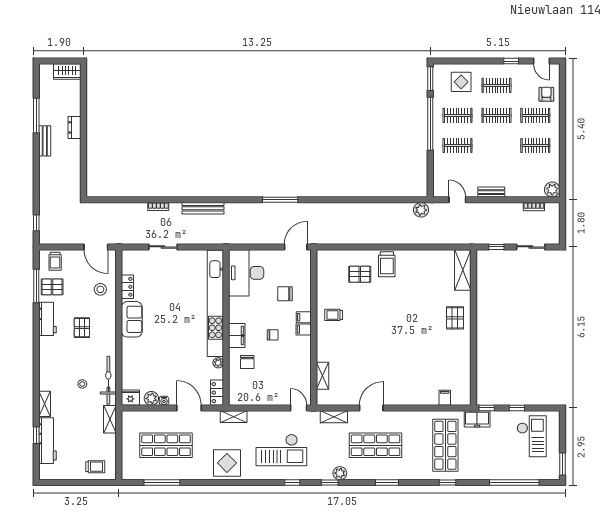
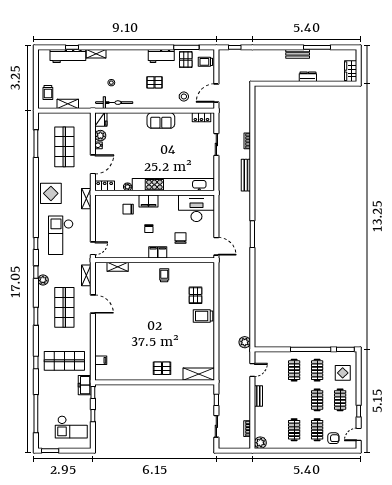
locker: (127, 287) -> (201, 117), moved
shelving: (110, 419) -> (68, 104), moved

